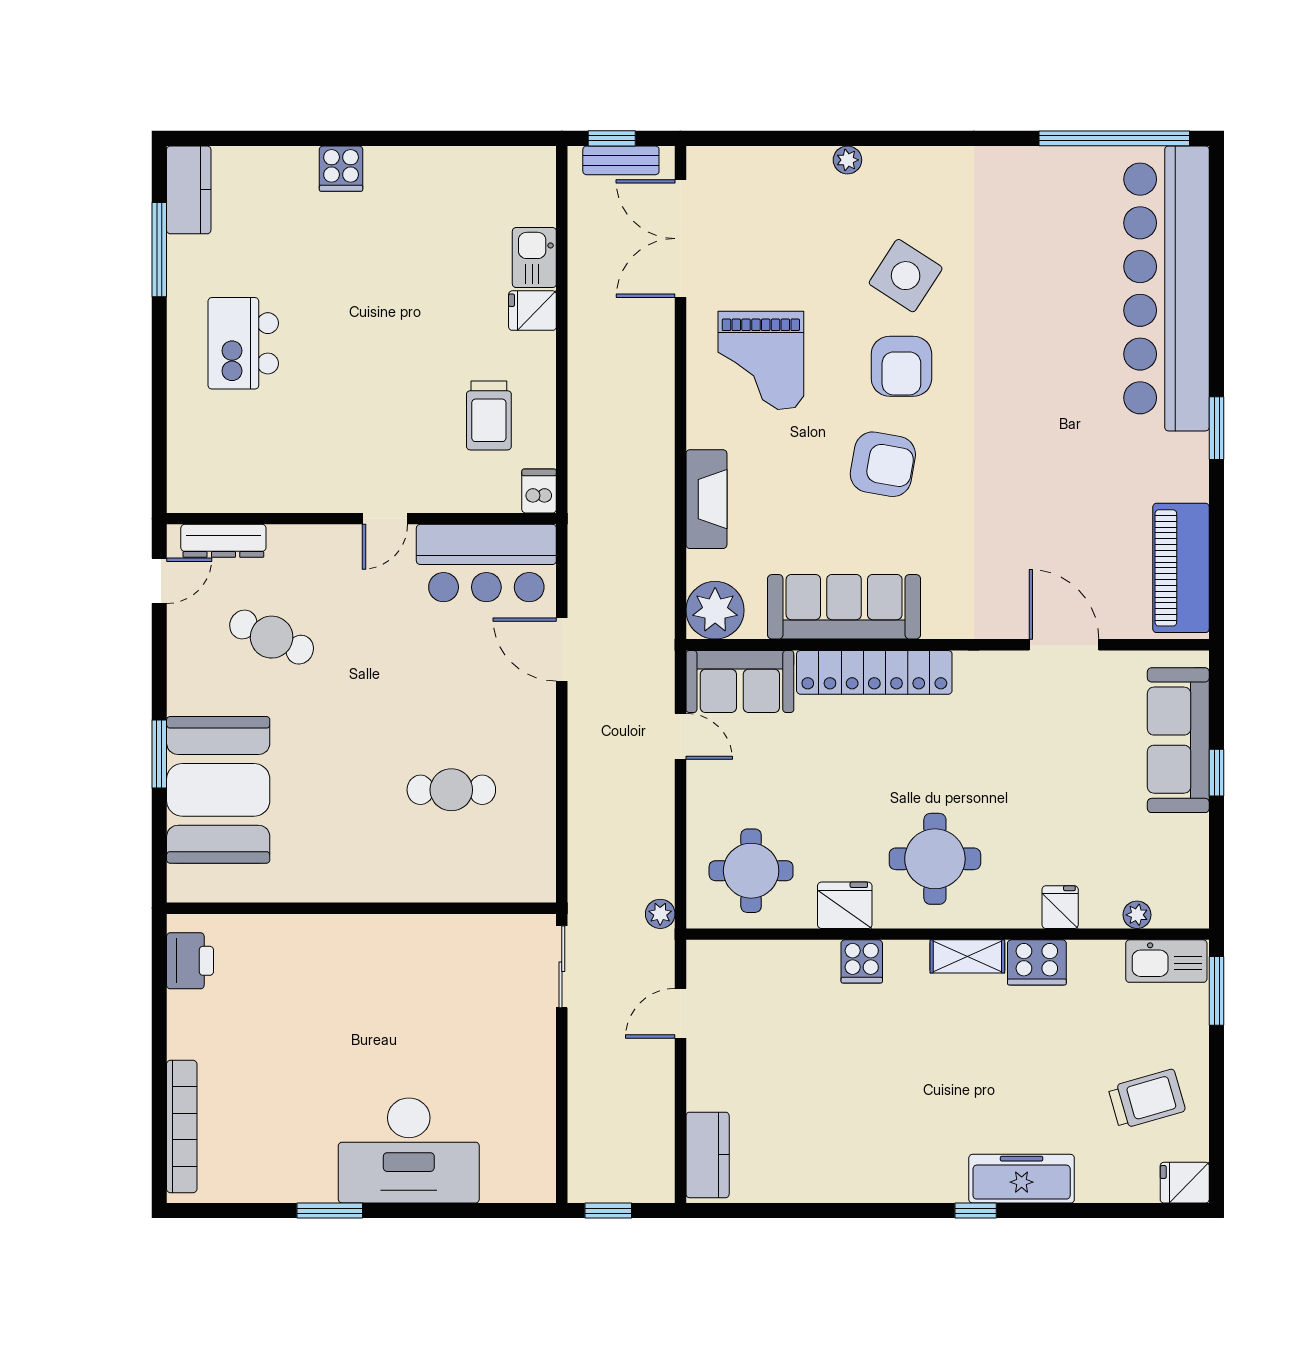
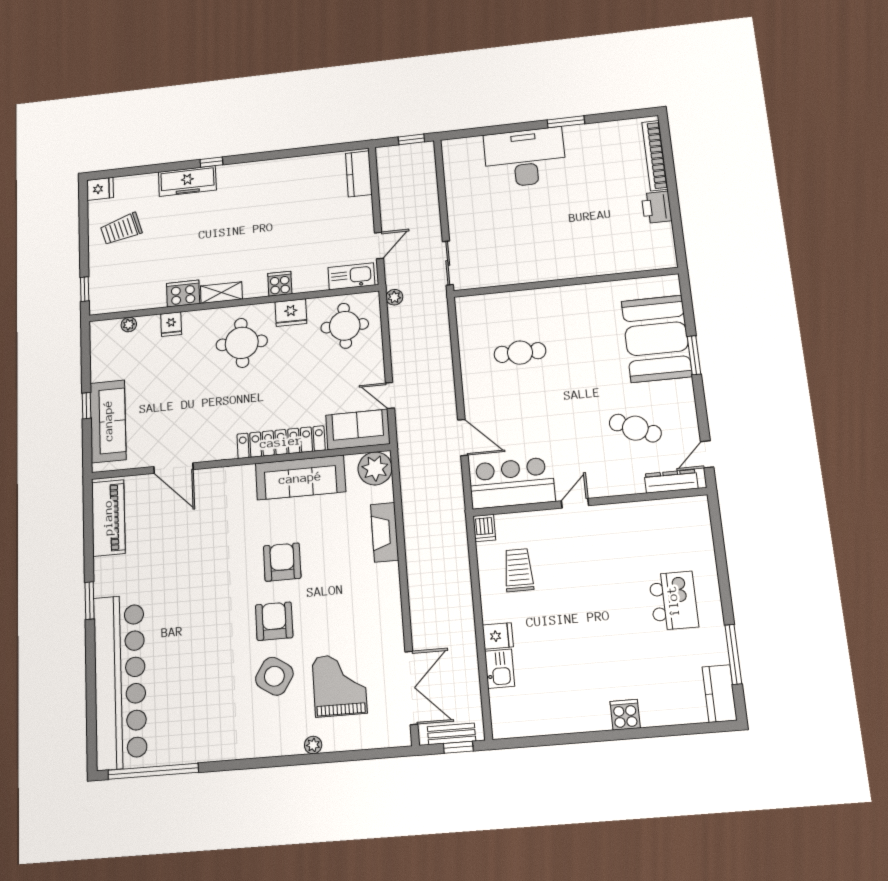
grand piano: (761, 360) -> (340, 685), moved
armchair: (883, 464) -> (282, 562), turned 80
printer: (190, 961) -> (657, 207), moved
kitchen sink: (1166, 961) -> (351, 276), moved
window: (1217, 991) -> (85, 289), width x0.67

